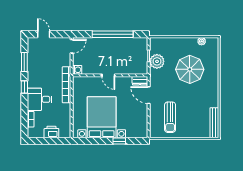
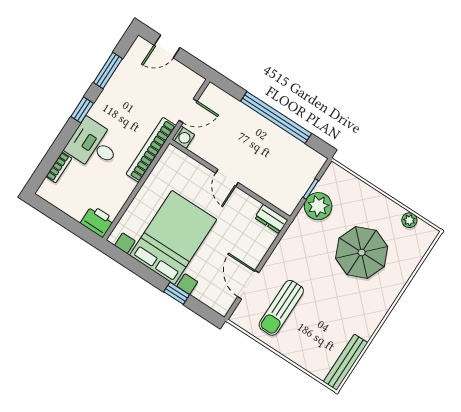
door: (44, 34) -> (167, 46), swing flipped
door: (72, 46) -> (188, 111), moved
door: (149, 95) -> (248, 285), moved
printer: (51, 132) -> (97, 221), moved

